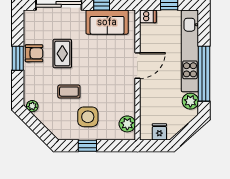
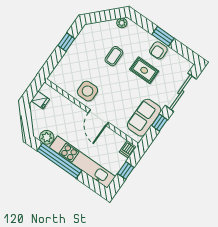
side table: (88, 117) -> (87, 91), moved
plant: (127, 124) -> (62, 81), removed

